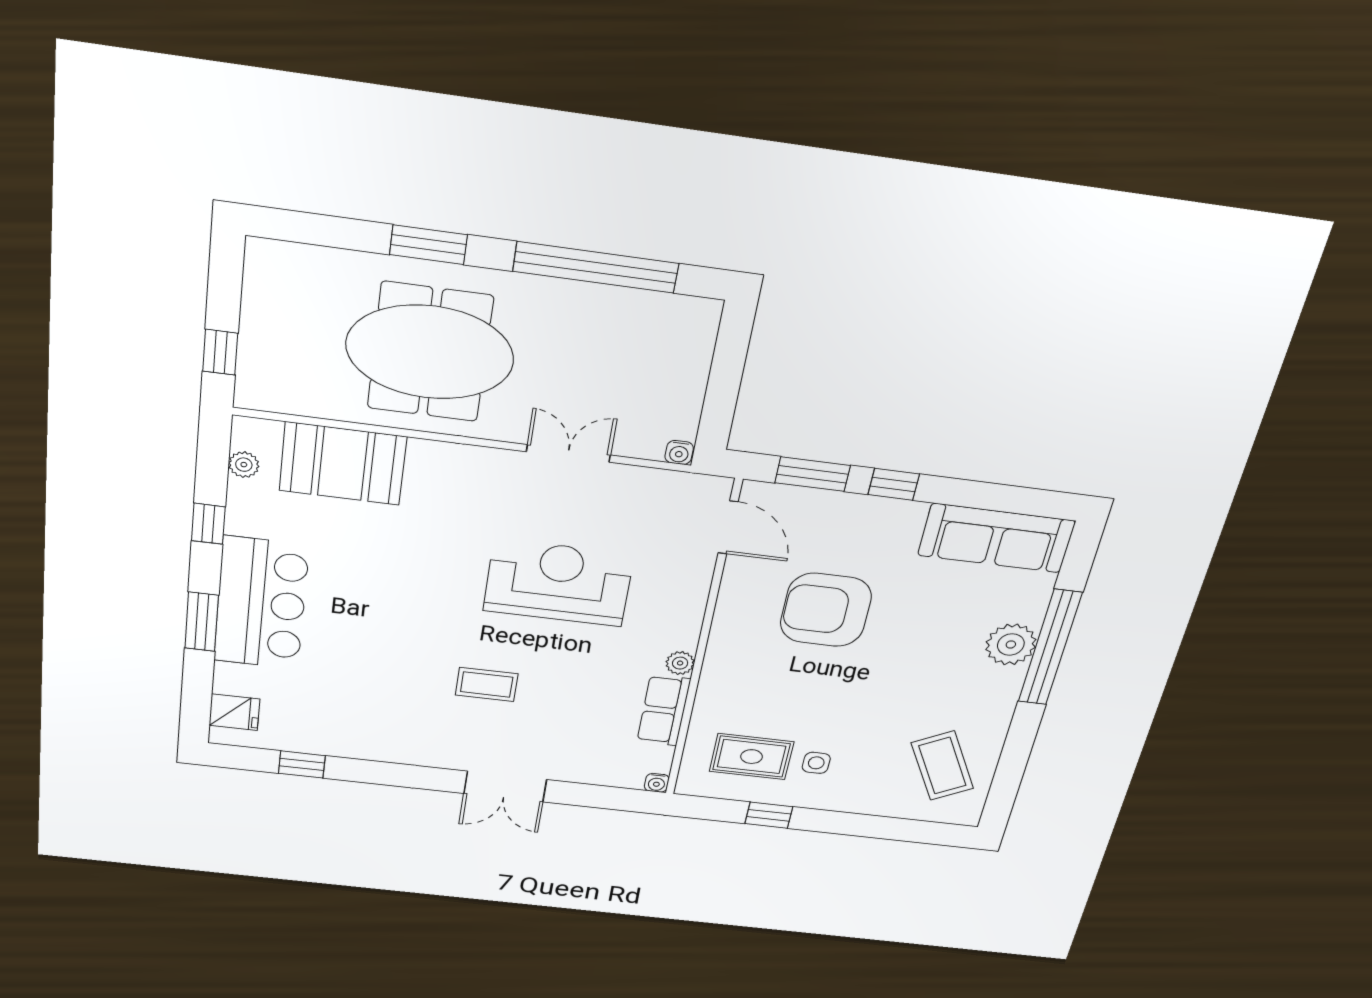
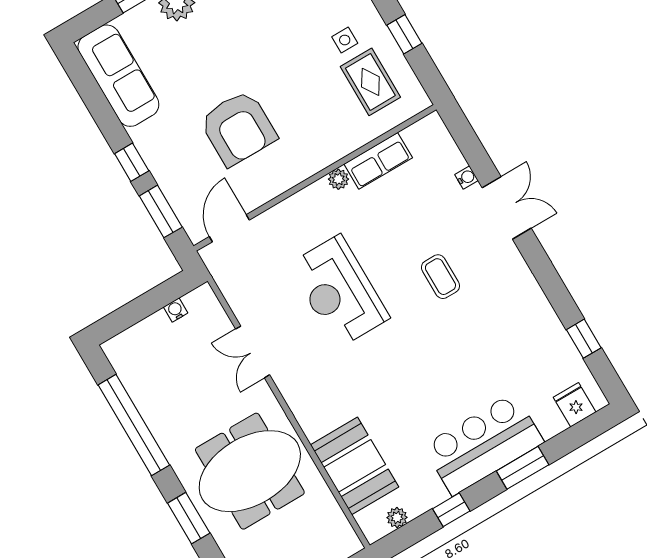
meeting table: (430, 352) -> (250, 471), turned 90
water cooler: (679, 452) -> (176, 310), moved, turned -90
water cooler: (657, 783) -> (466, 177), moved

